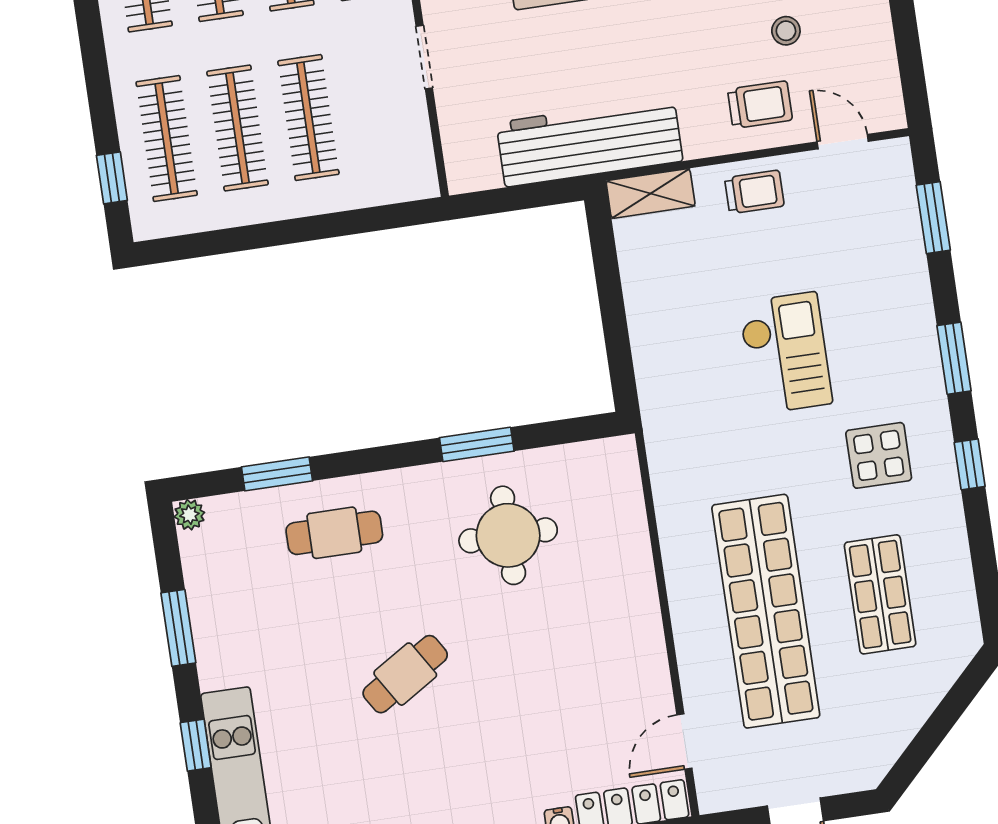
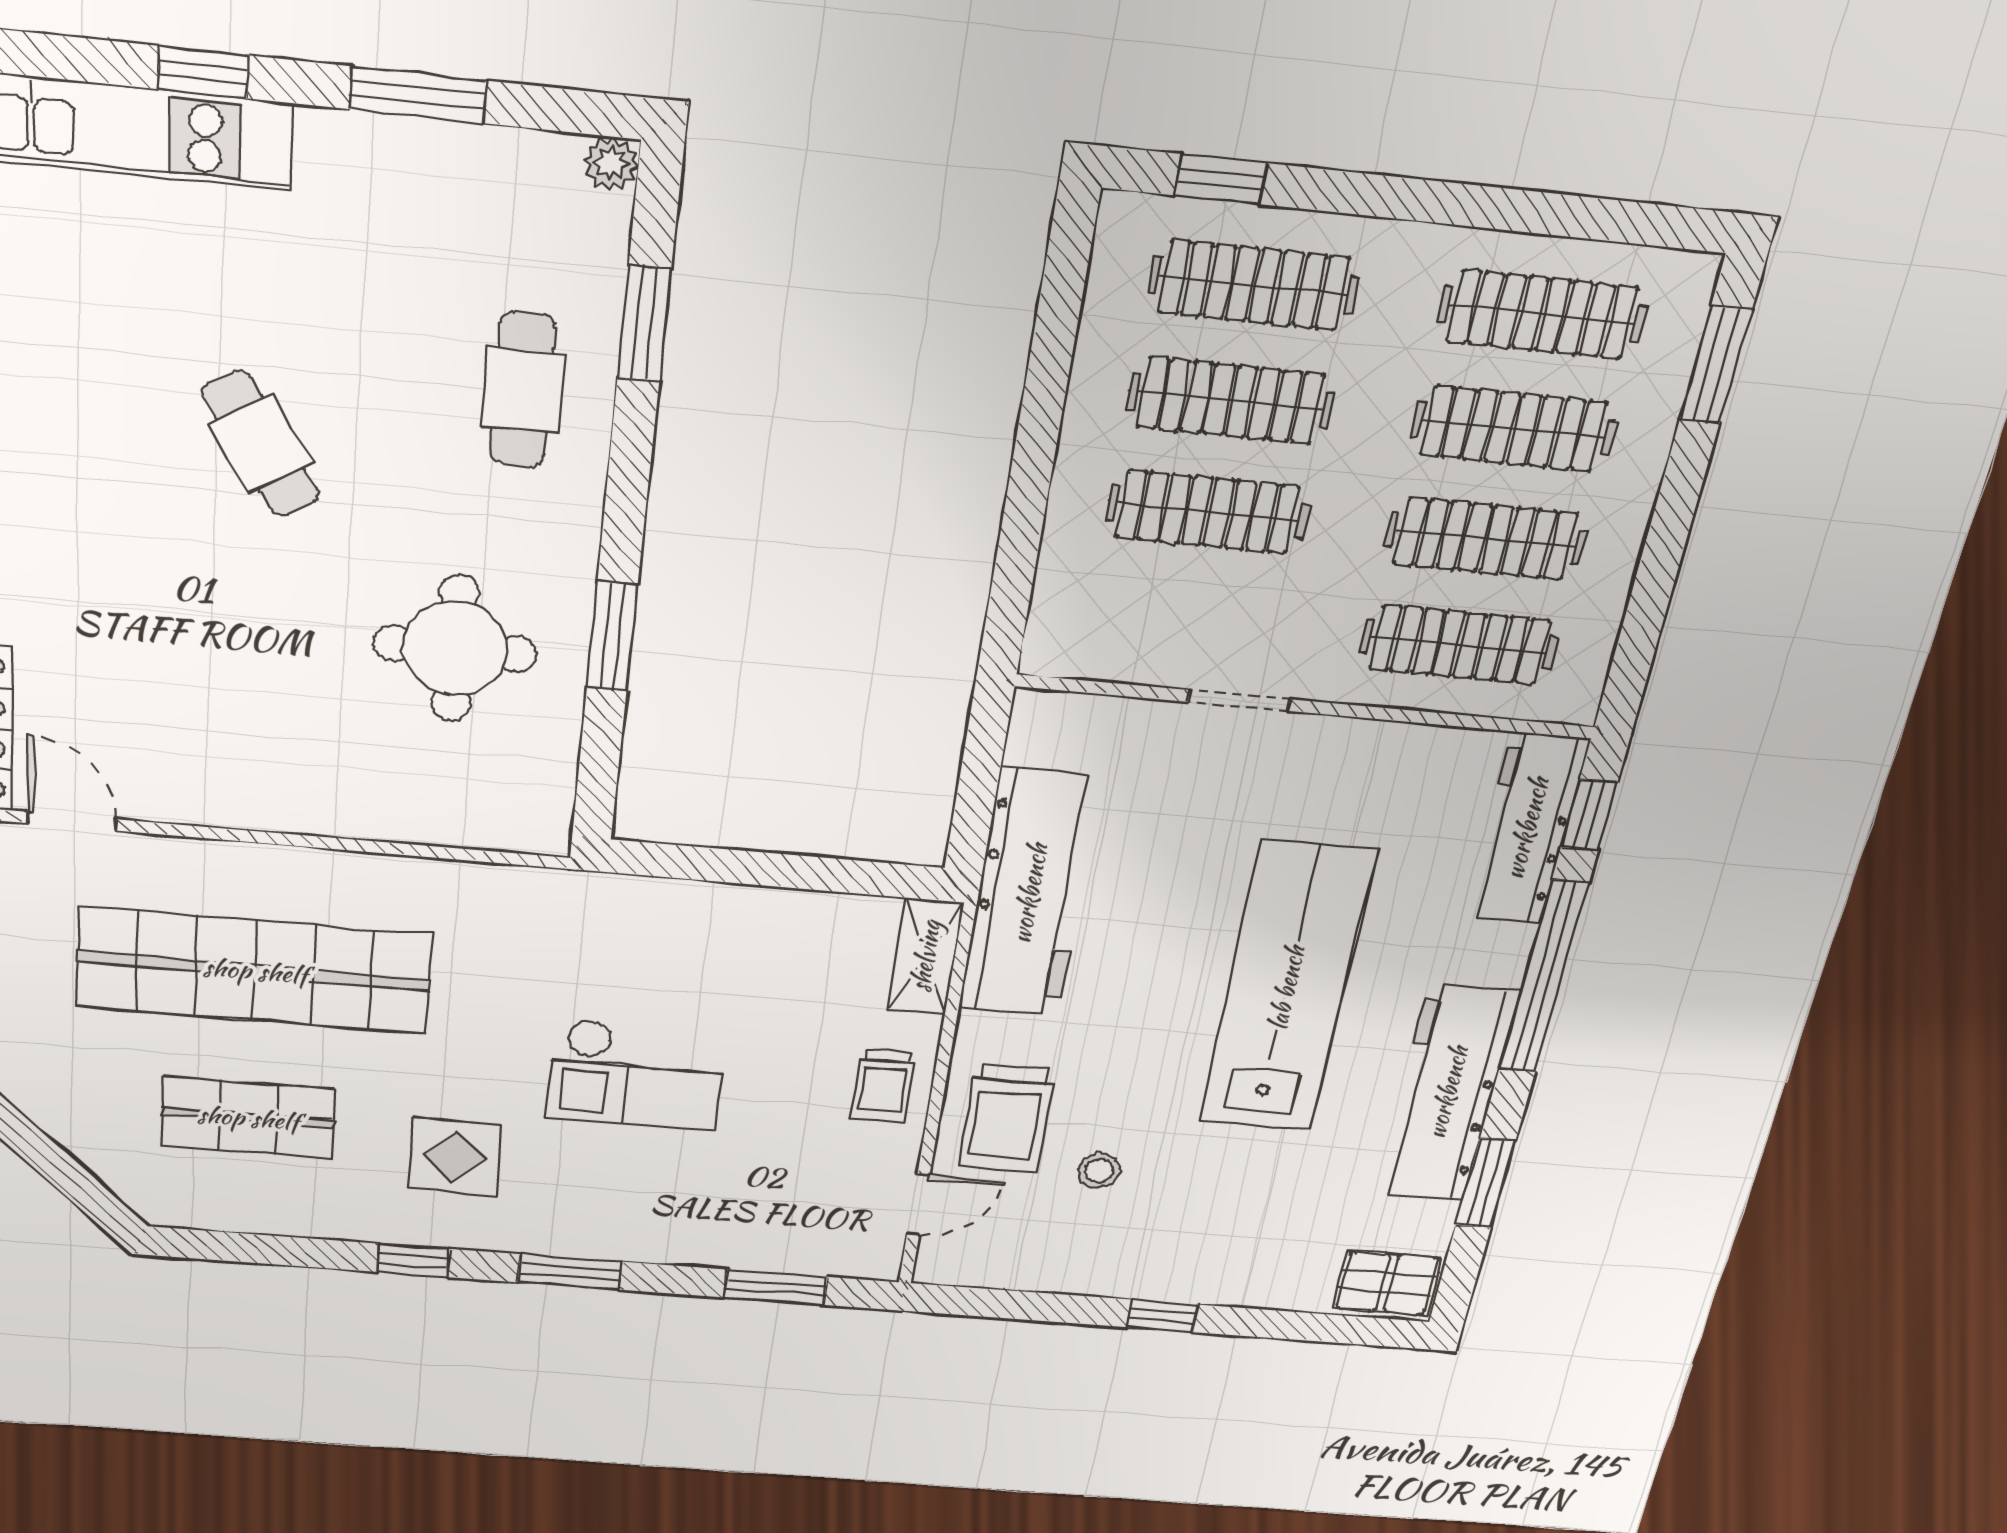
trolley: (760, 105) -> (1006, 1118), width x1.36, depth x1.39

